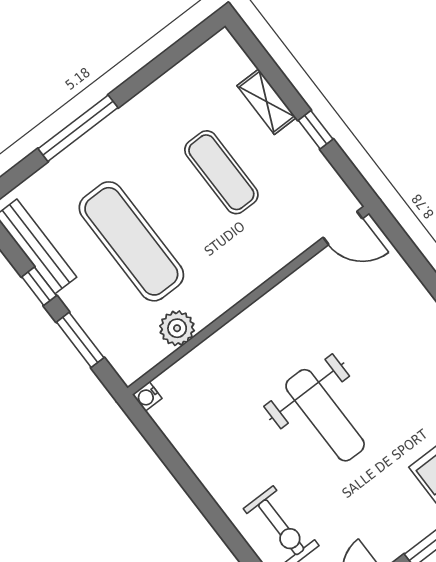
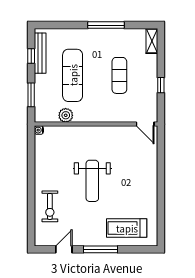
shelving: (267, 102) -> (152, 41), moved
window: (78, 128) -> (106, 25), moved
window: (39, 286) -> (31, 56), moved

